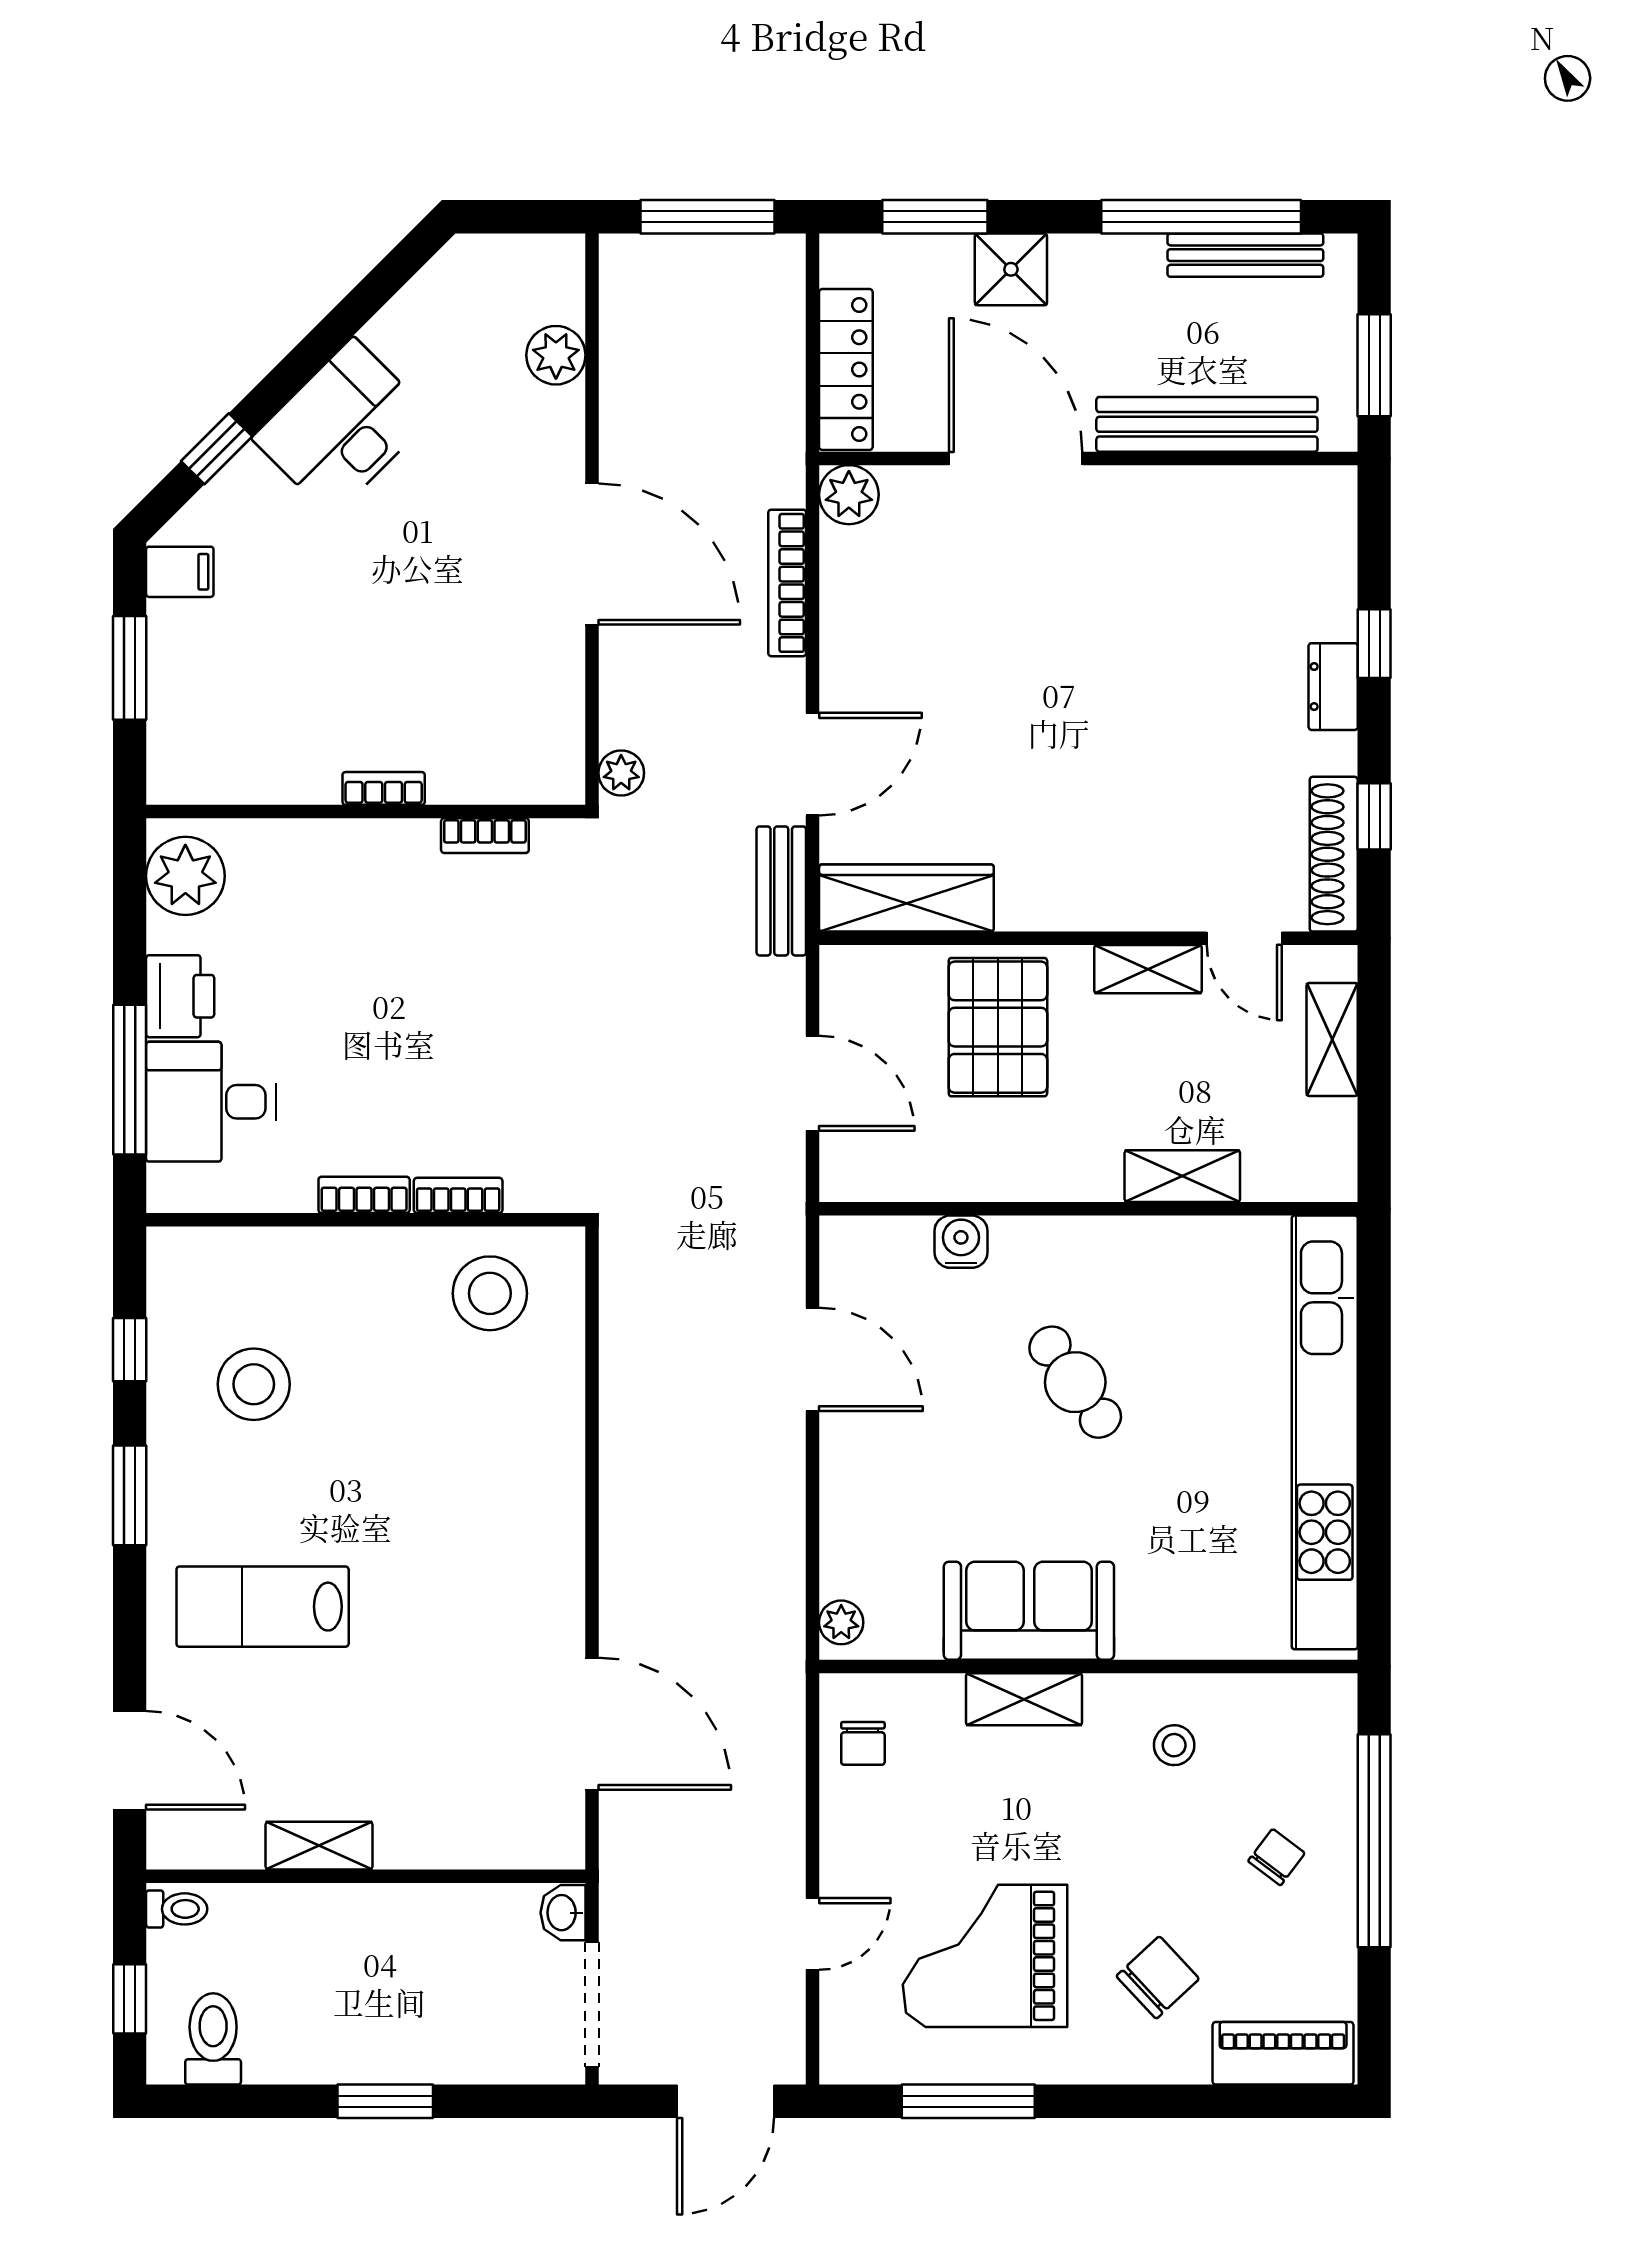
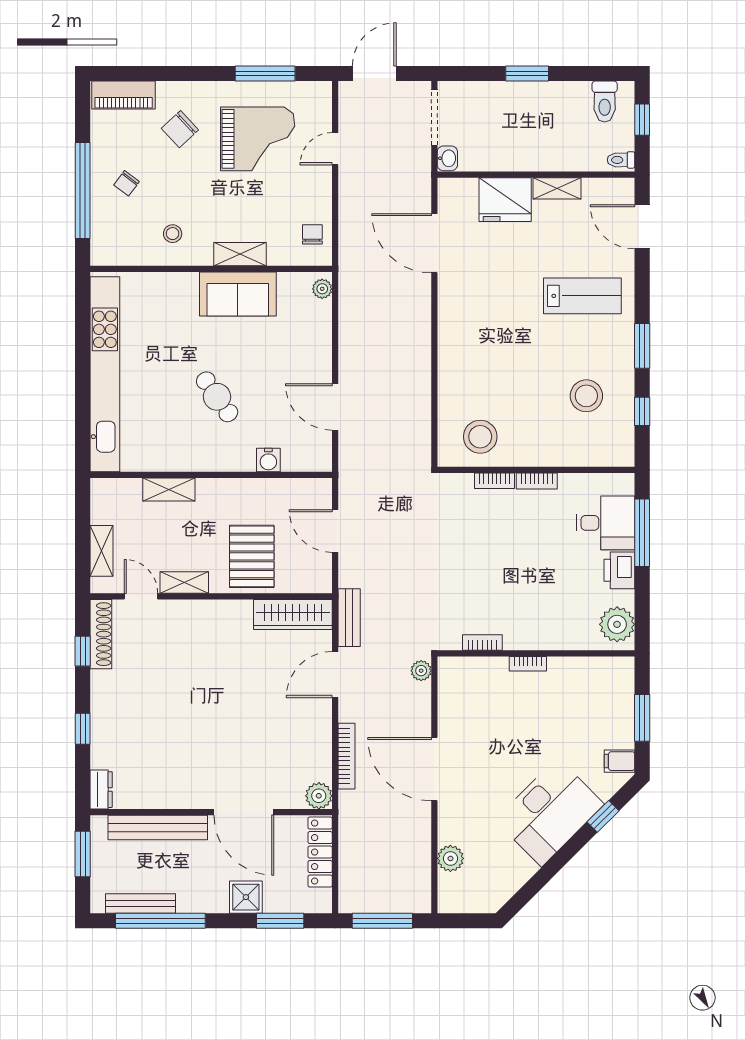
desk: (342, 427) -> (549, 812), width x1.36, depth x1.30
dresser: (1333, 687) -> (101, 790), moved
fridge: (434, 1821) -> (505, 200), added

